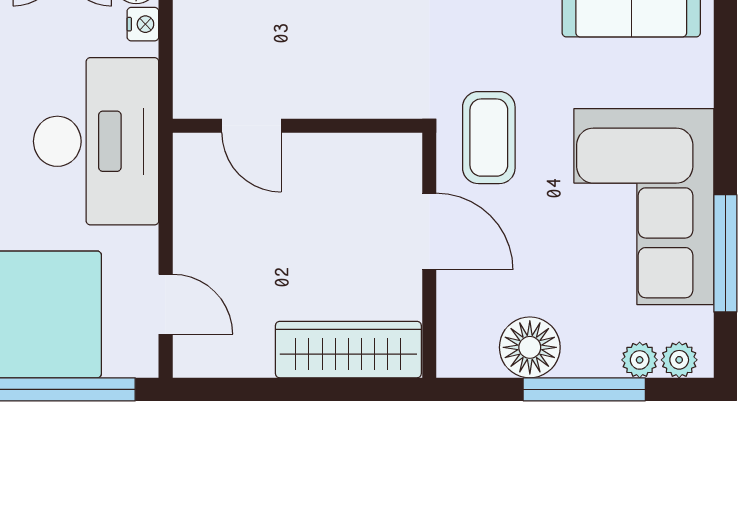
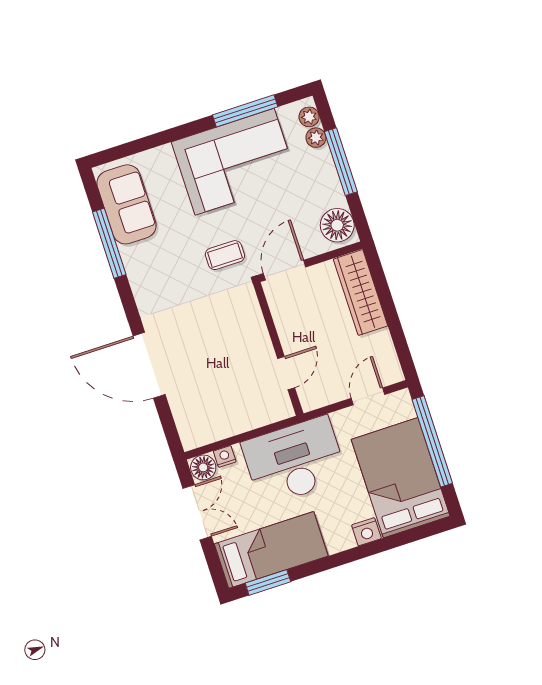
door: (252, 126) -> (286, 373), moved
wall: (297, 126) -> (278, 349), moved
coffee table: (489, 138) -> (225, 255), width x0.73, depth x0.77
floor lamp: (530, 347) -> (337, 225), moved

